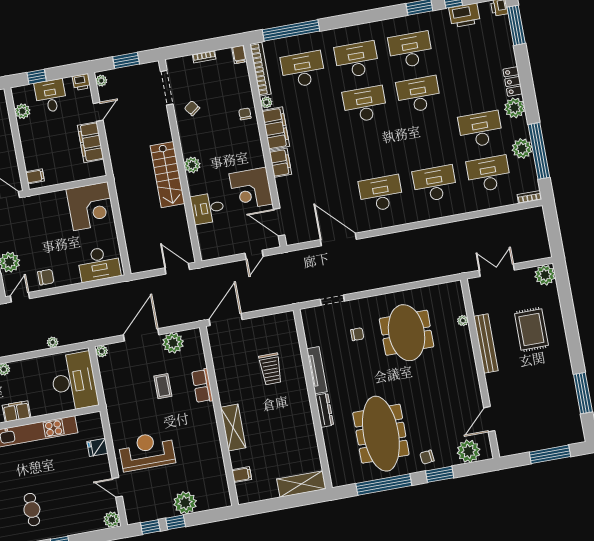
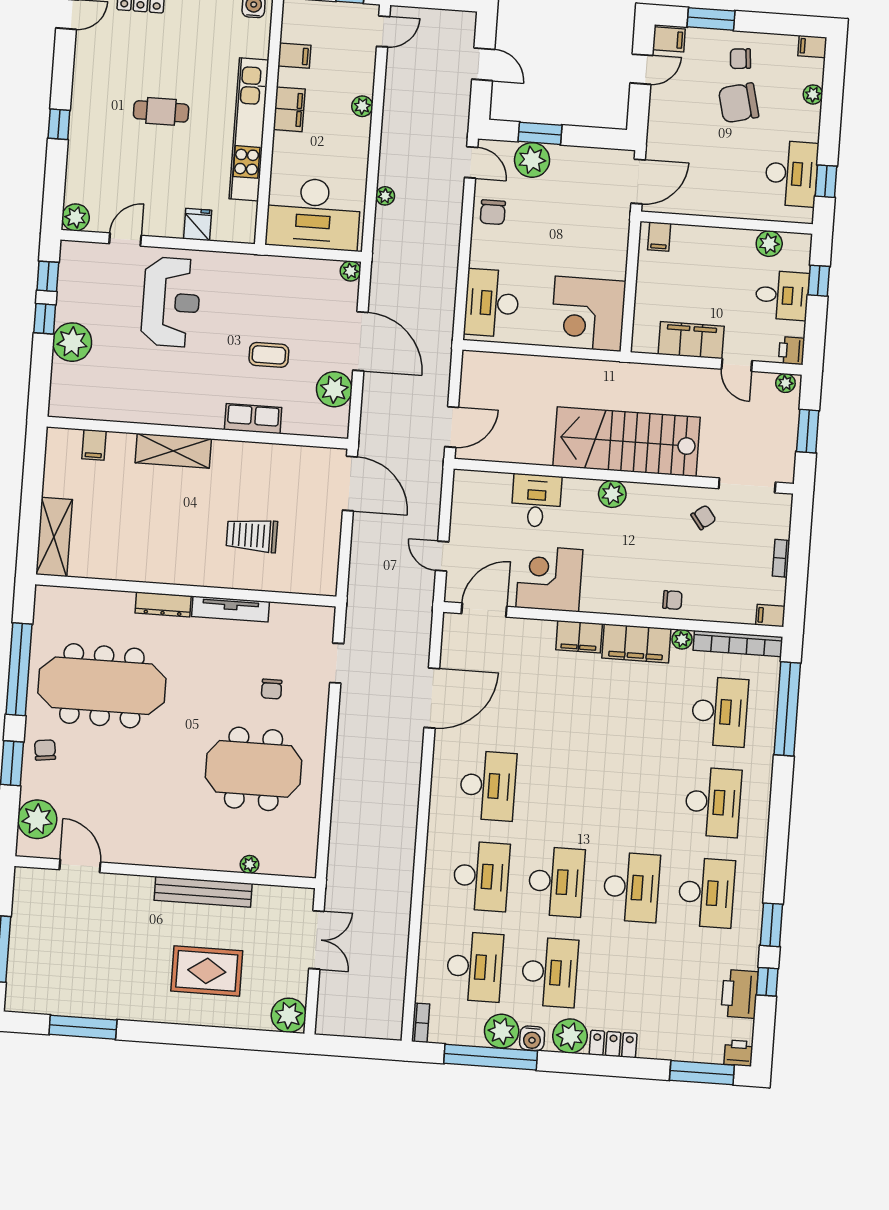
desk: (365, 104) -> (556, 882), moved
water cooler: (522, 130) -> (532, 1038), added
stairs: (167, 175) -> (627, 442), width x1.36, depth x1.51
cafe table: (32, 510) -> (161, 111), moved

